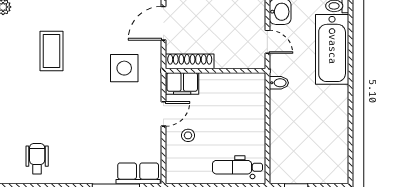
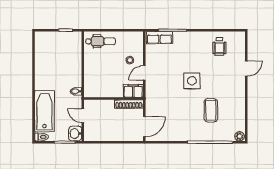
side table: (124, 68) -> (192, 81), moved

